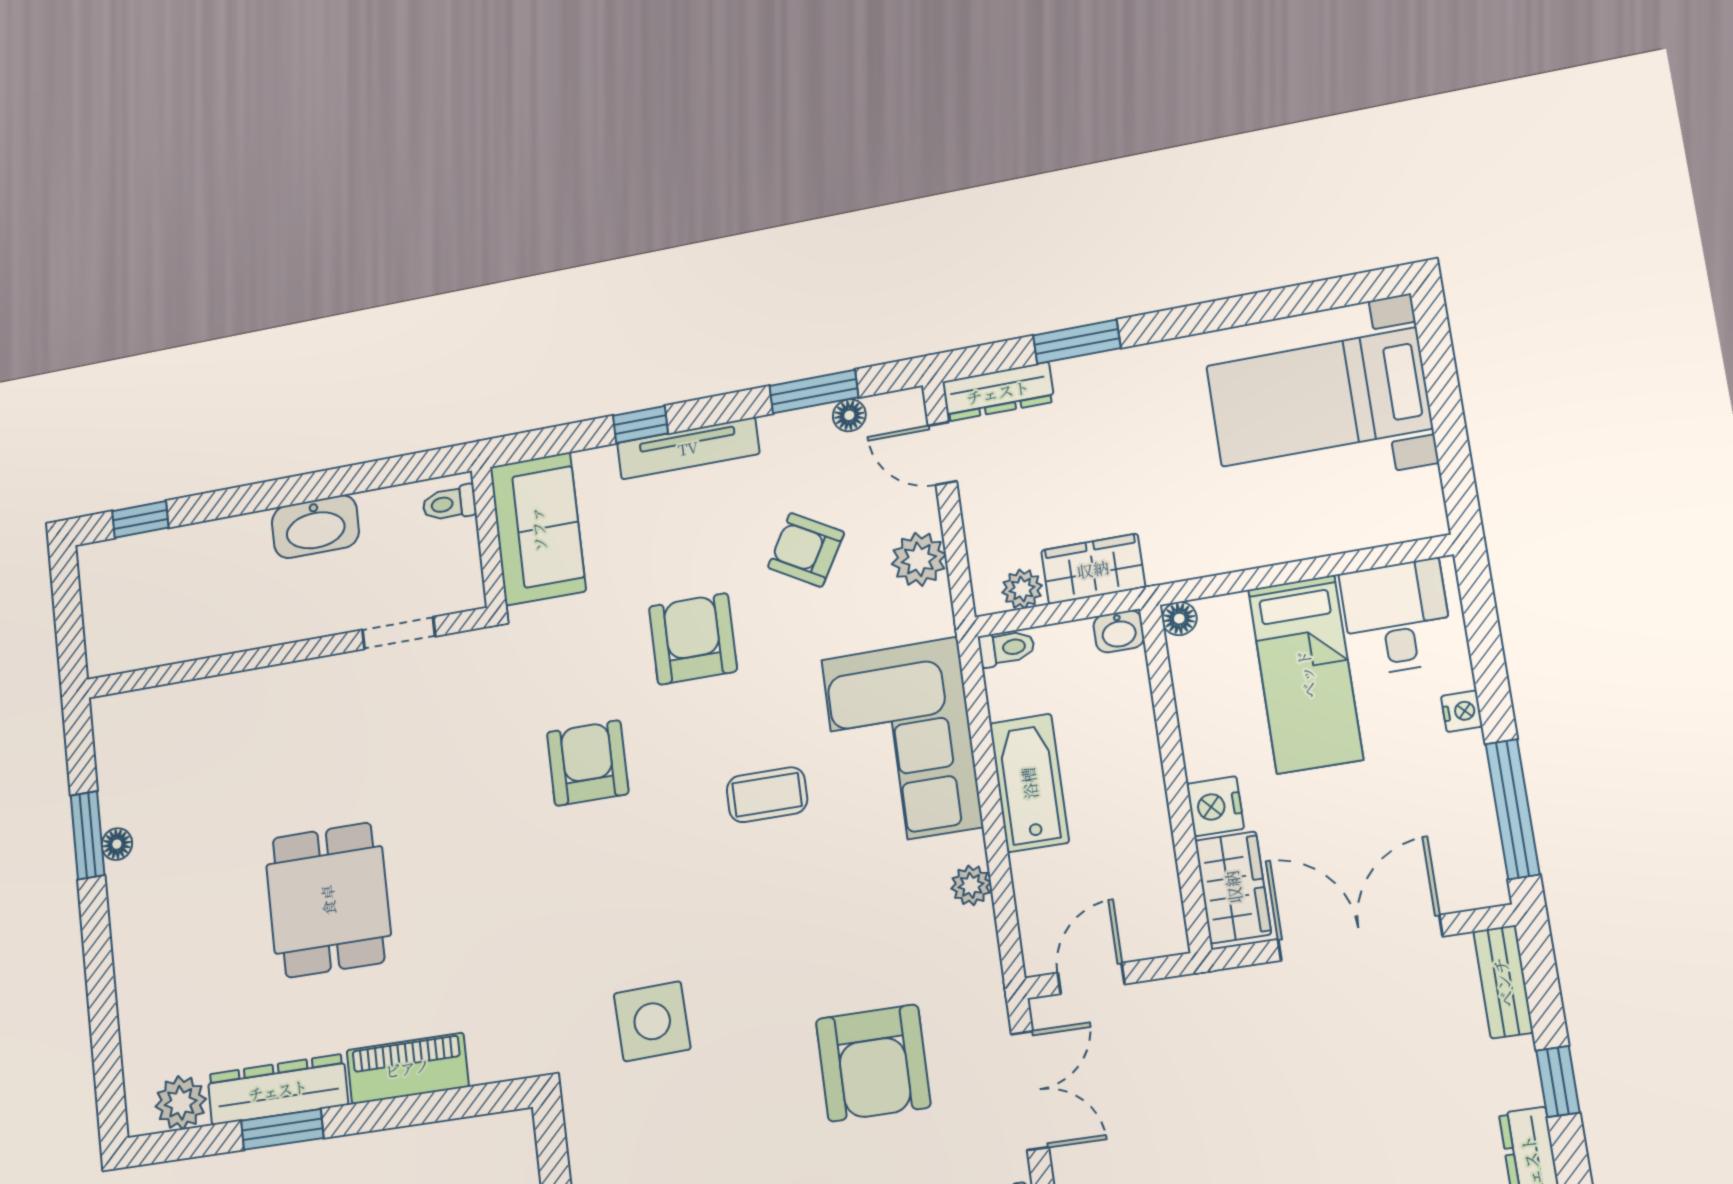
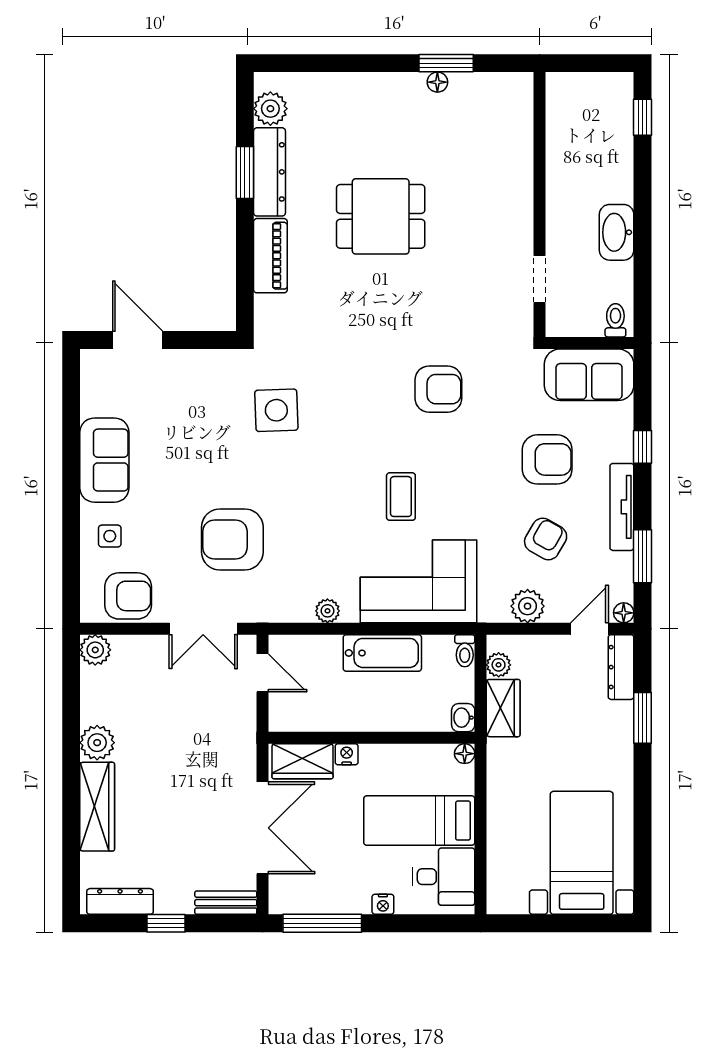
floor lamp: (849, 415) -> (624, 613), moved
tv unit: (688, 448) -> (622, 507), moved
armchair: (693, 639) -> (547, 459), moved
nightstand: (1215, 806) -> (347, 754), width x0.72, depth x0.74

